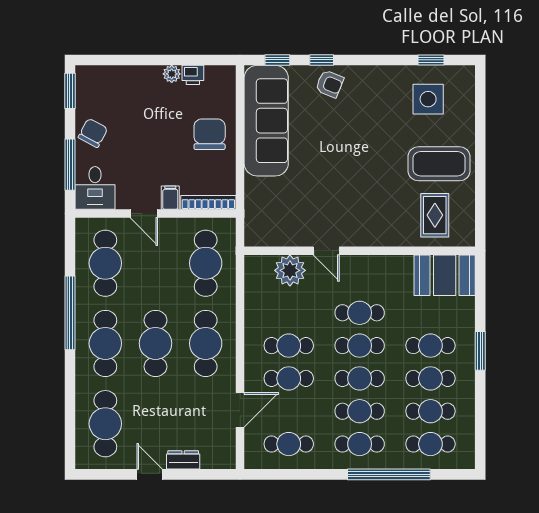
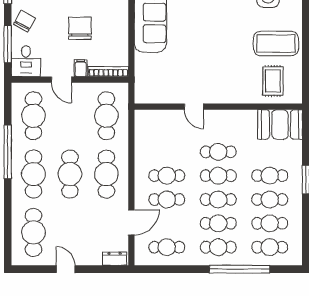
chair: (210, 134) -> (80, 28), moved
plant: (290, 270) -> (168, 121), removed
dresser: (183, 460) -> (115, 259), moved

